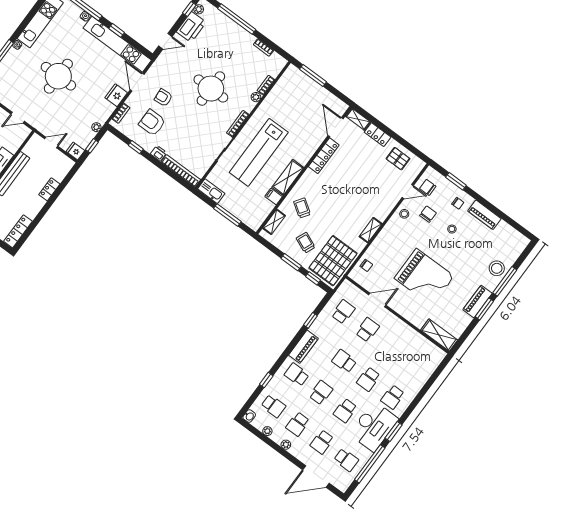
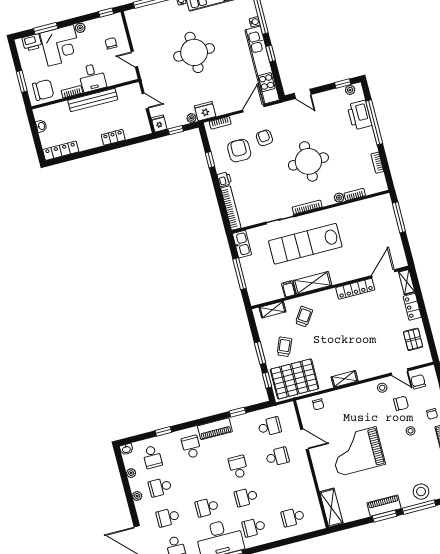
printer: (191, 27) -> (359, 115), moved, turned 90
fridge: (116, 95) -> (205, 111), moved
grand piano: (424, 277) -> (357, 452), turned 90
school desk: (321, 393) -> (293, 517), moved, turned 180

